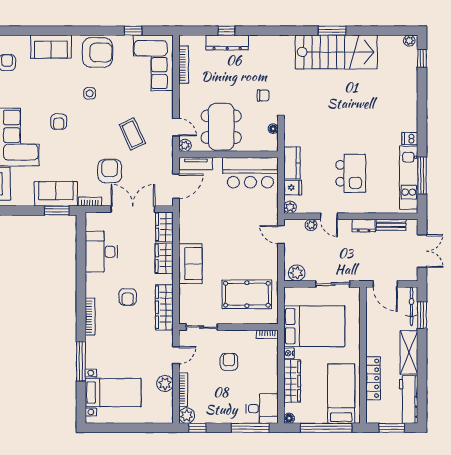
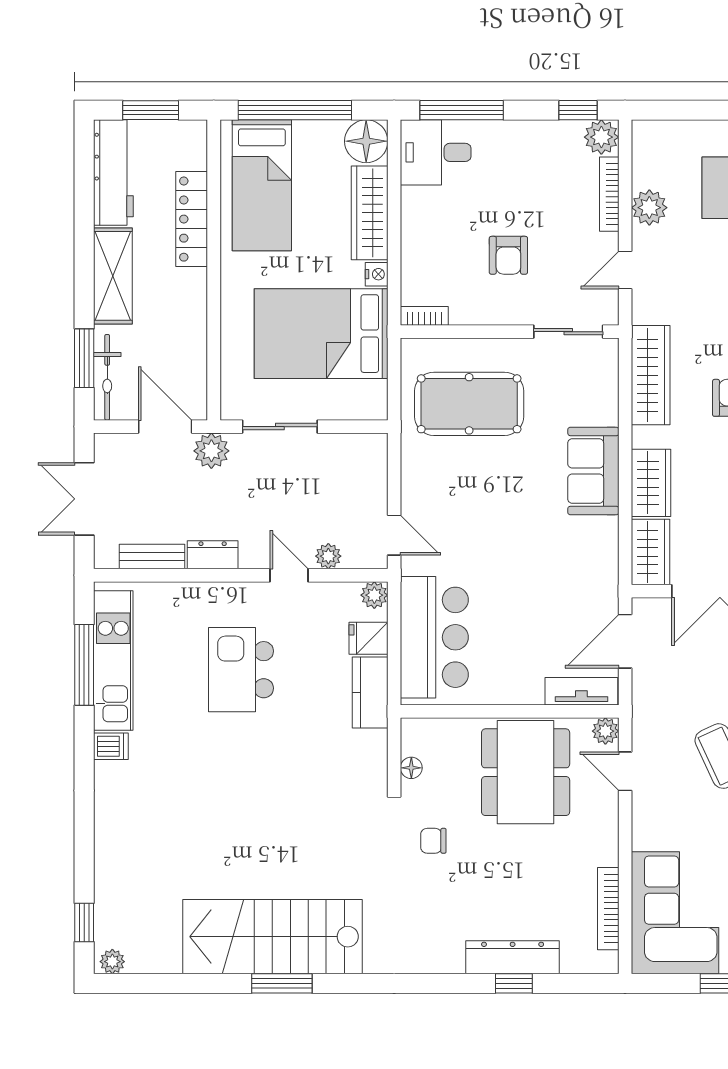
bar counter: (250, 173) -> (434, 637), moved, turned 90
plant: (297, 273) -> (211, 451), moved
floor lamp: (289, 418) -> (366, 141), width x1.89, depth x1.89

